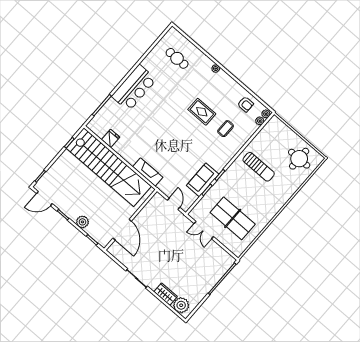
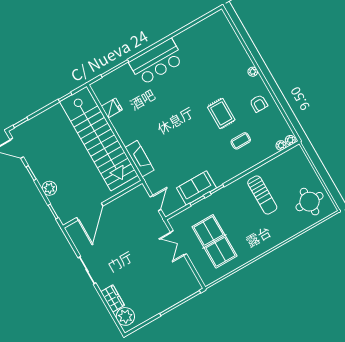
cafe table: (177, 58) -> (215, 46), removed
armchair: (245, 104) -> (259, 103), moved

